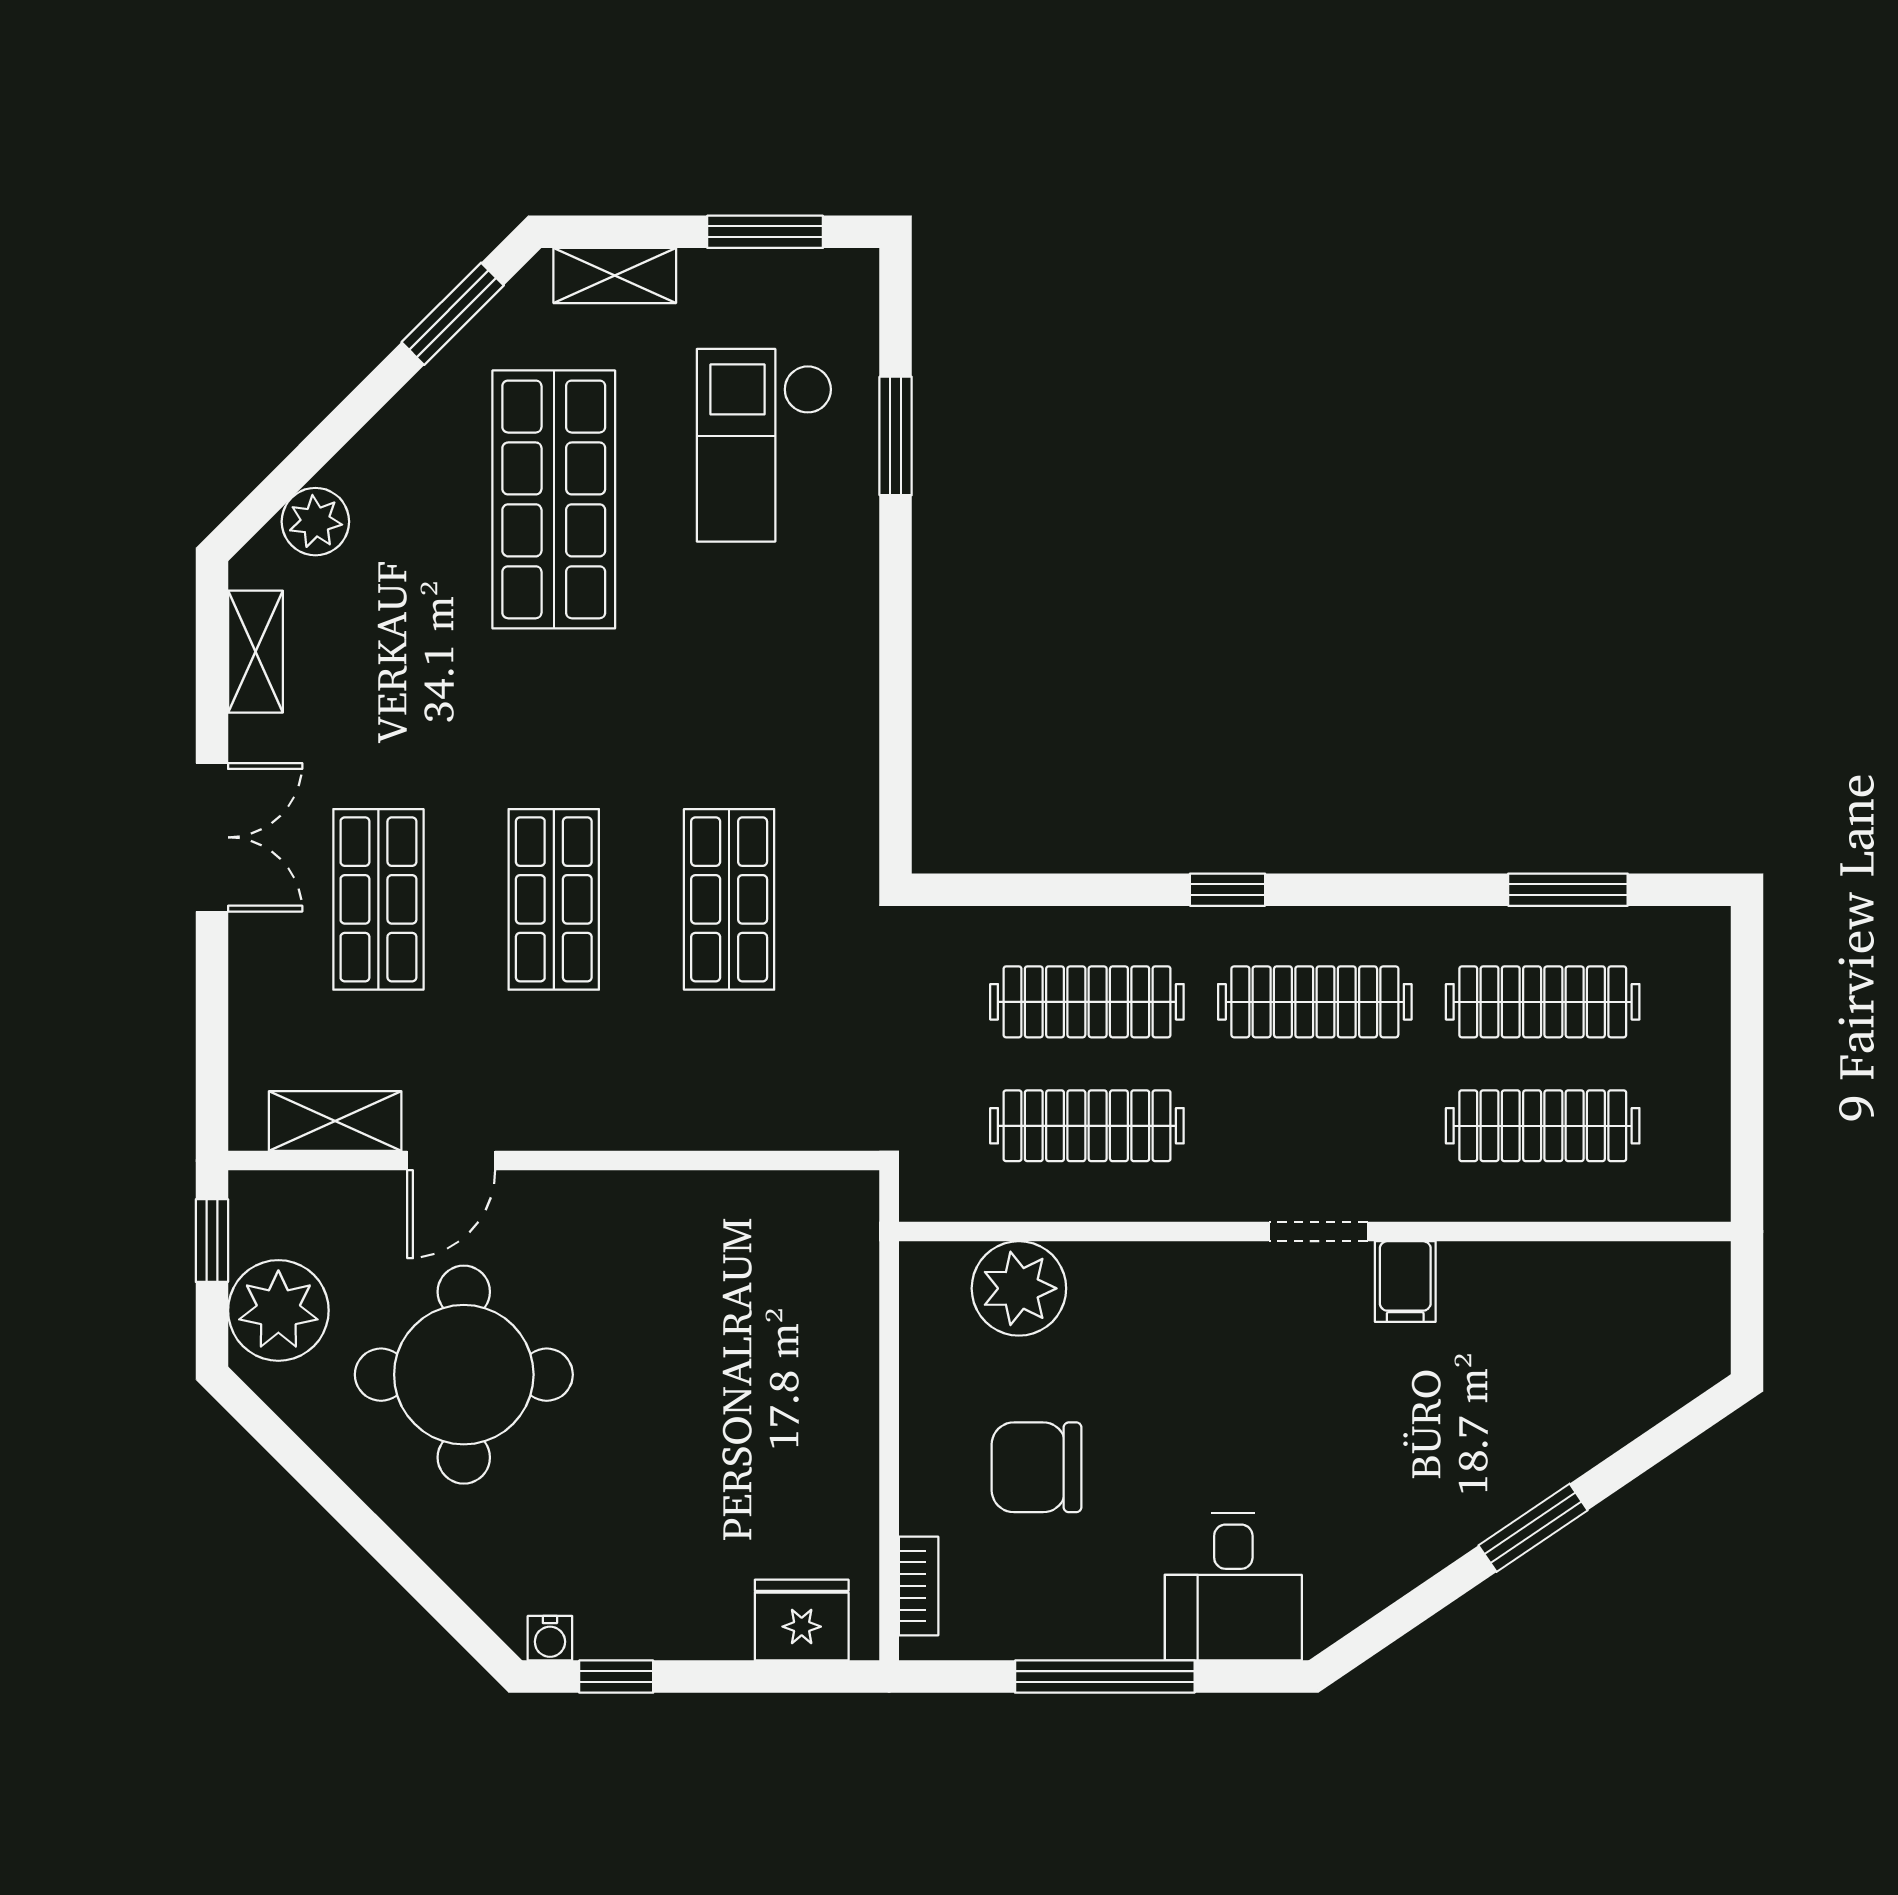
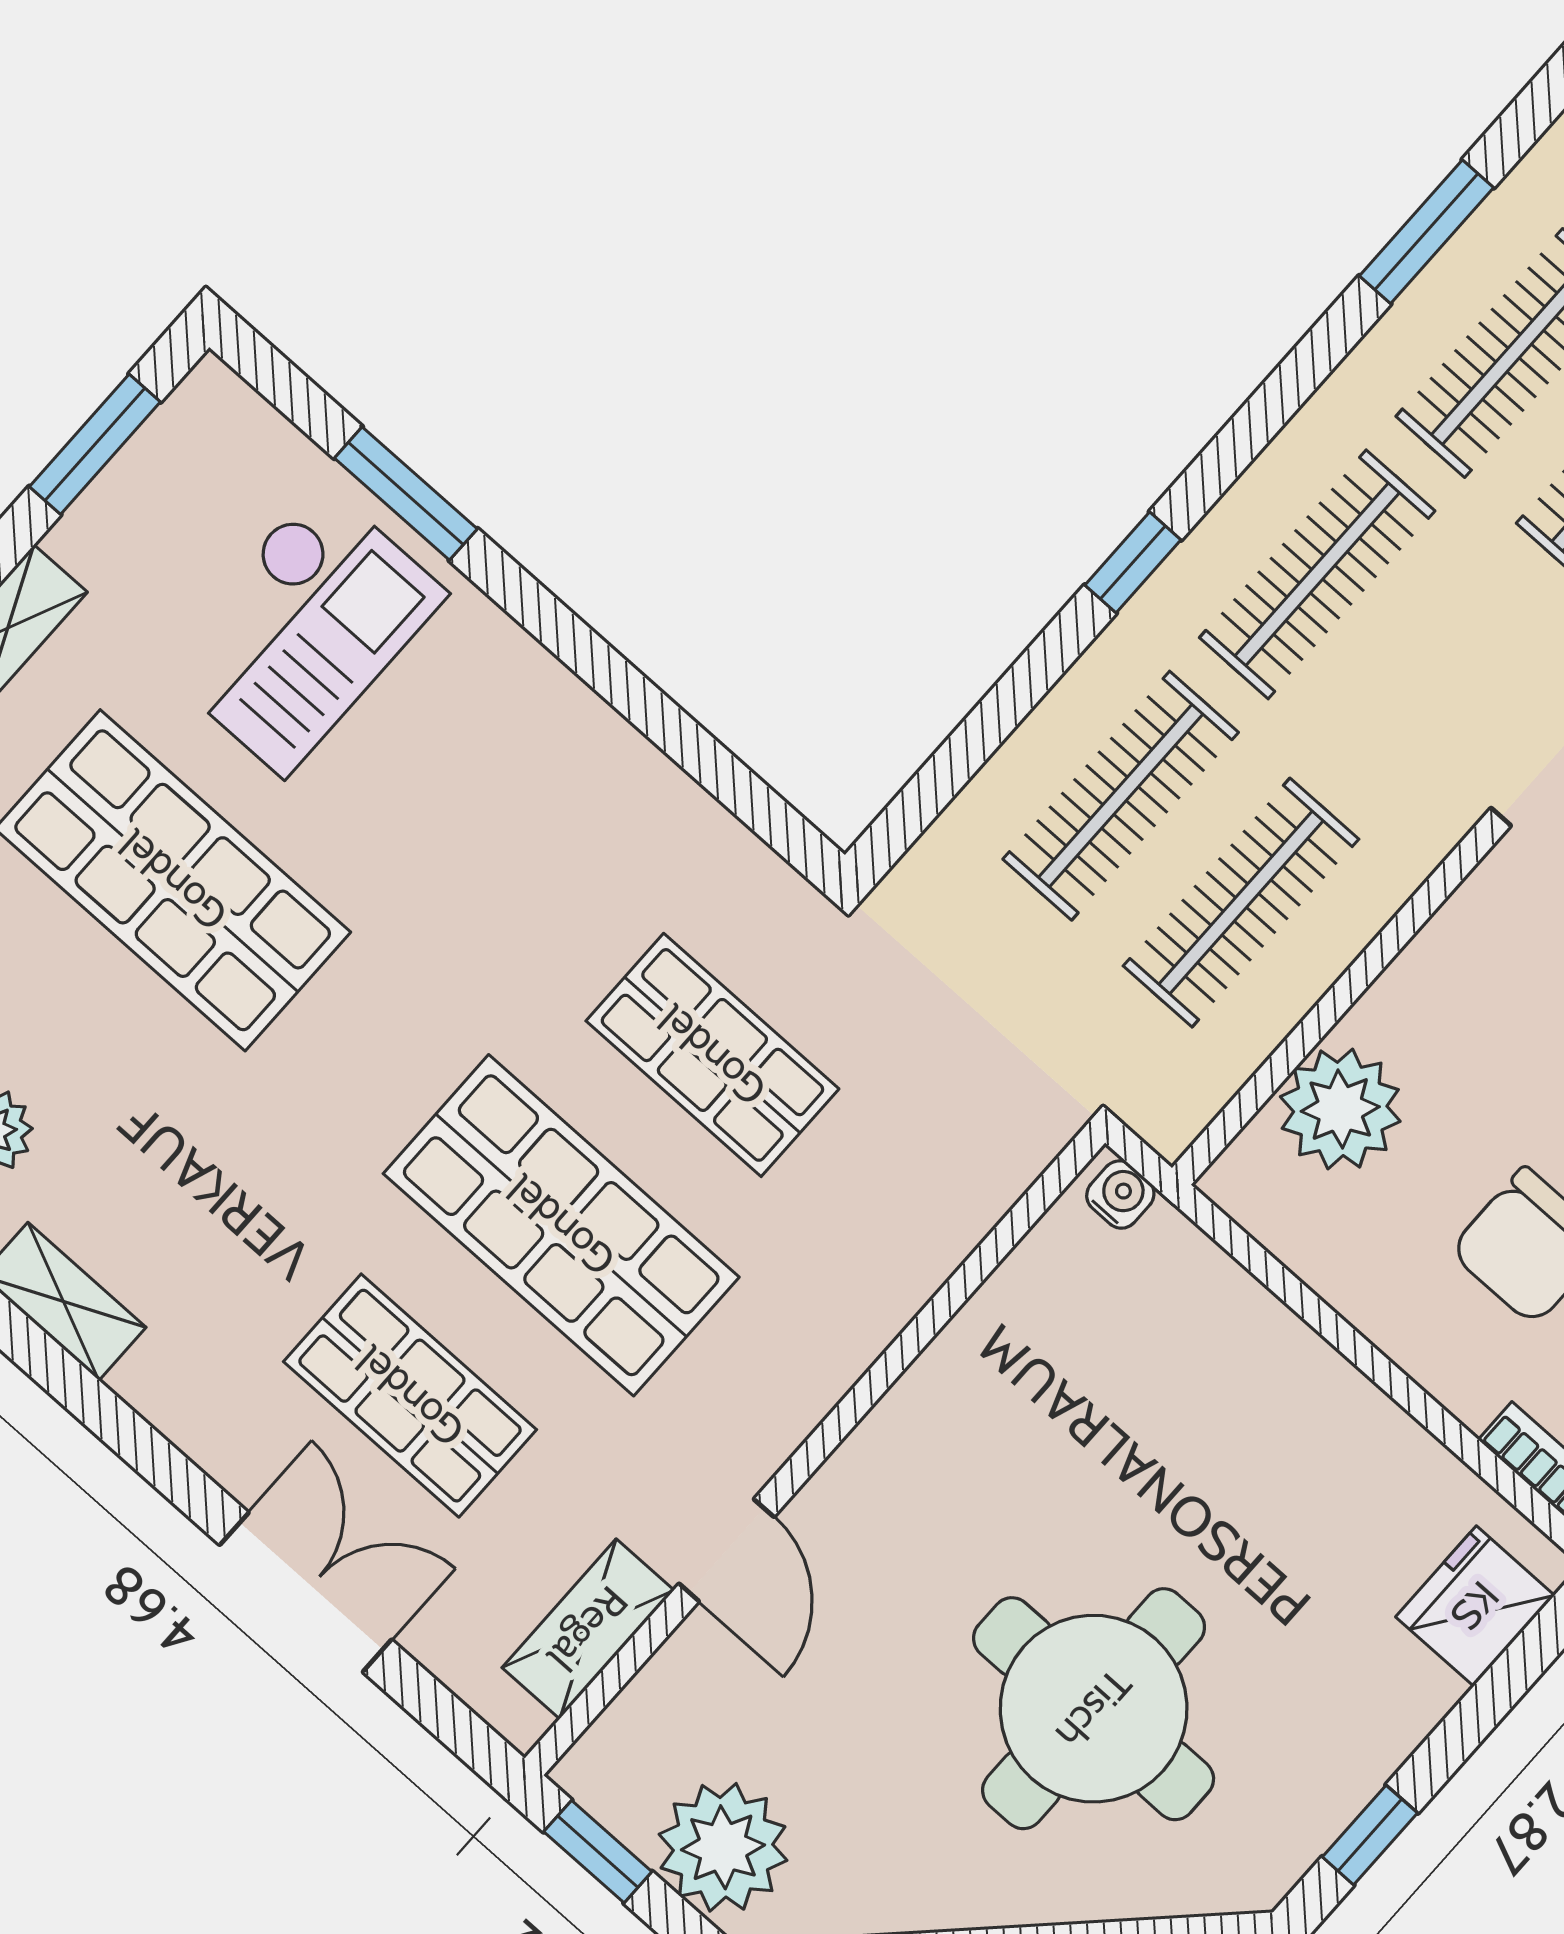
checkout: (765, 445) -> (302, 629), turned -90
double door: (212, 837) -> (306, 1592), moved
shop shelf: (554, 899) -> (561, 1225), width x1.43, depth x1.36
round table: (464, 1375) -> (1094, 1709), moved
water cooler: (550, 1638) -> (1120, 1195), moved, turned -90

